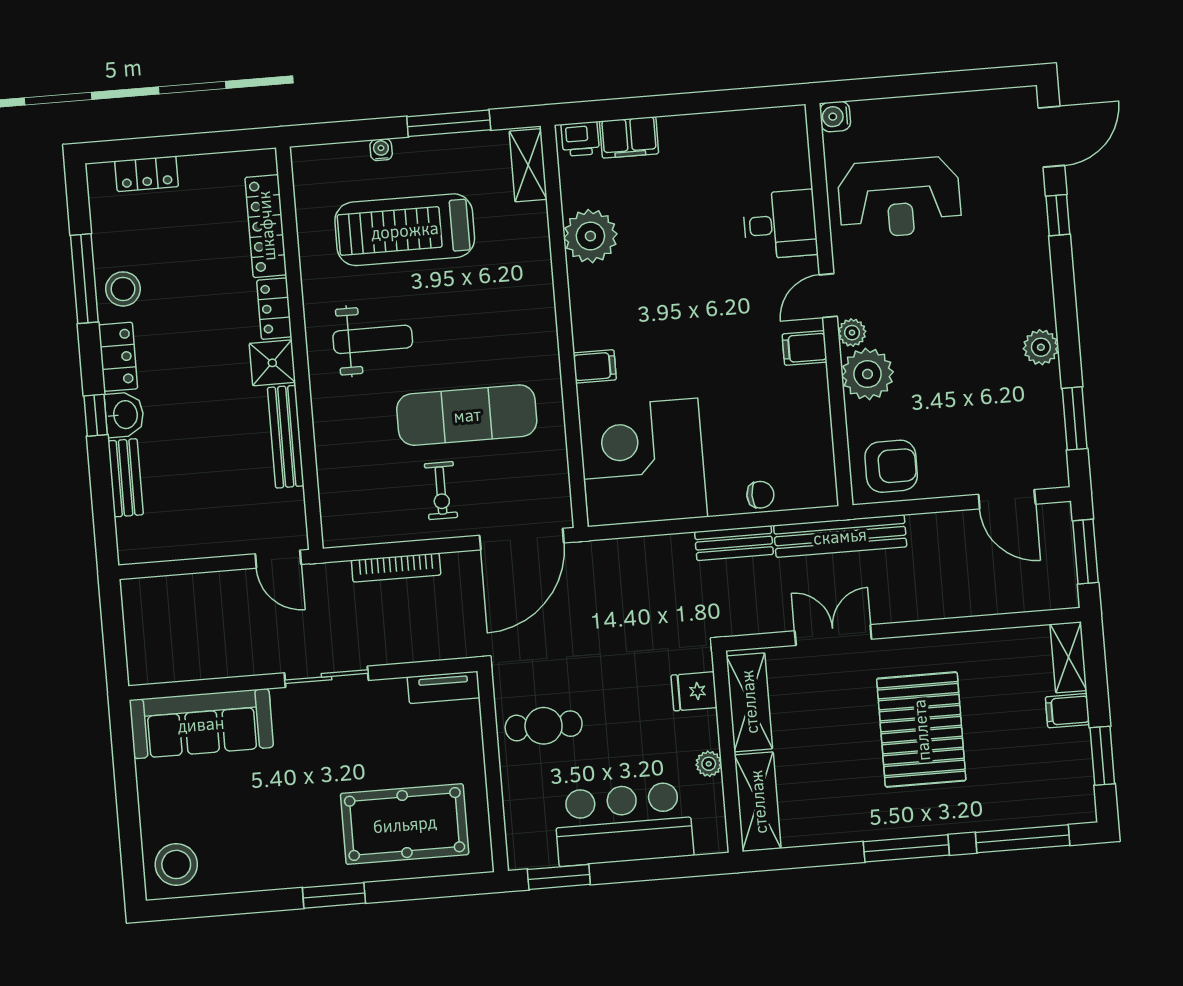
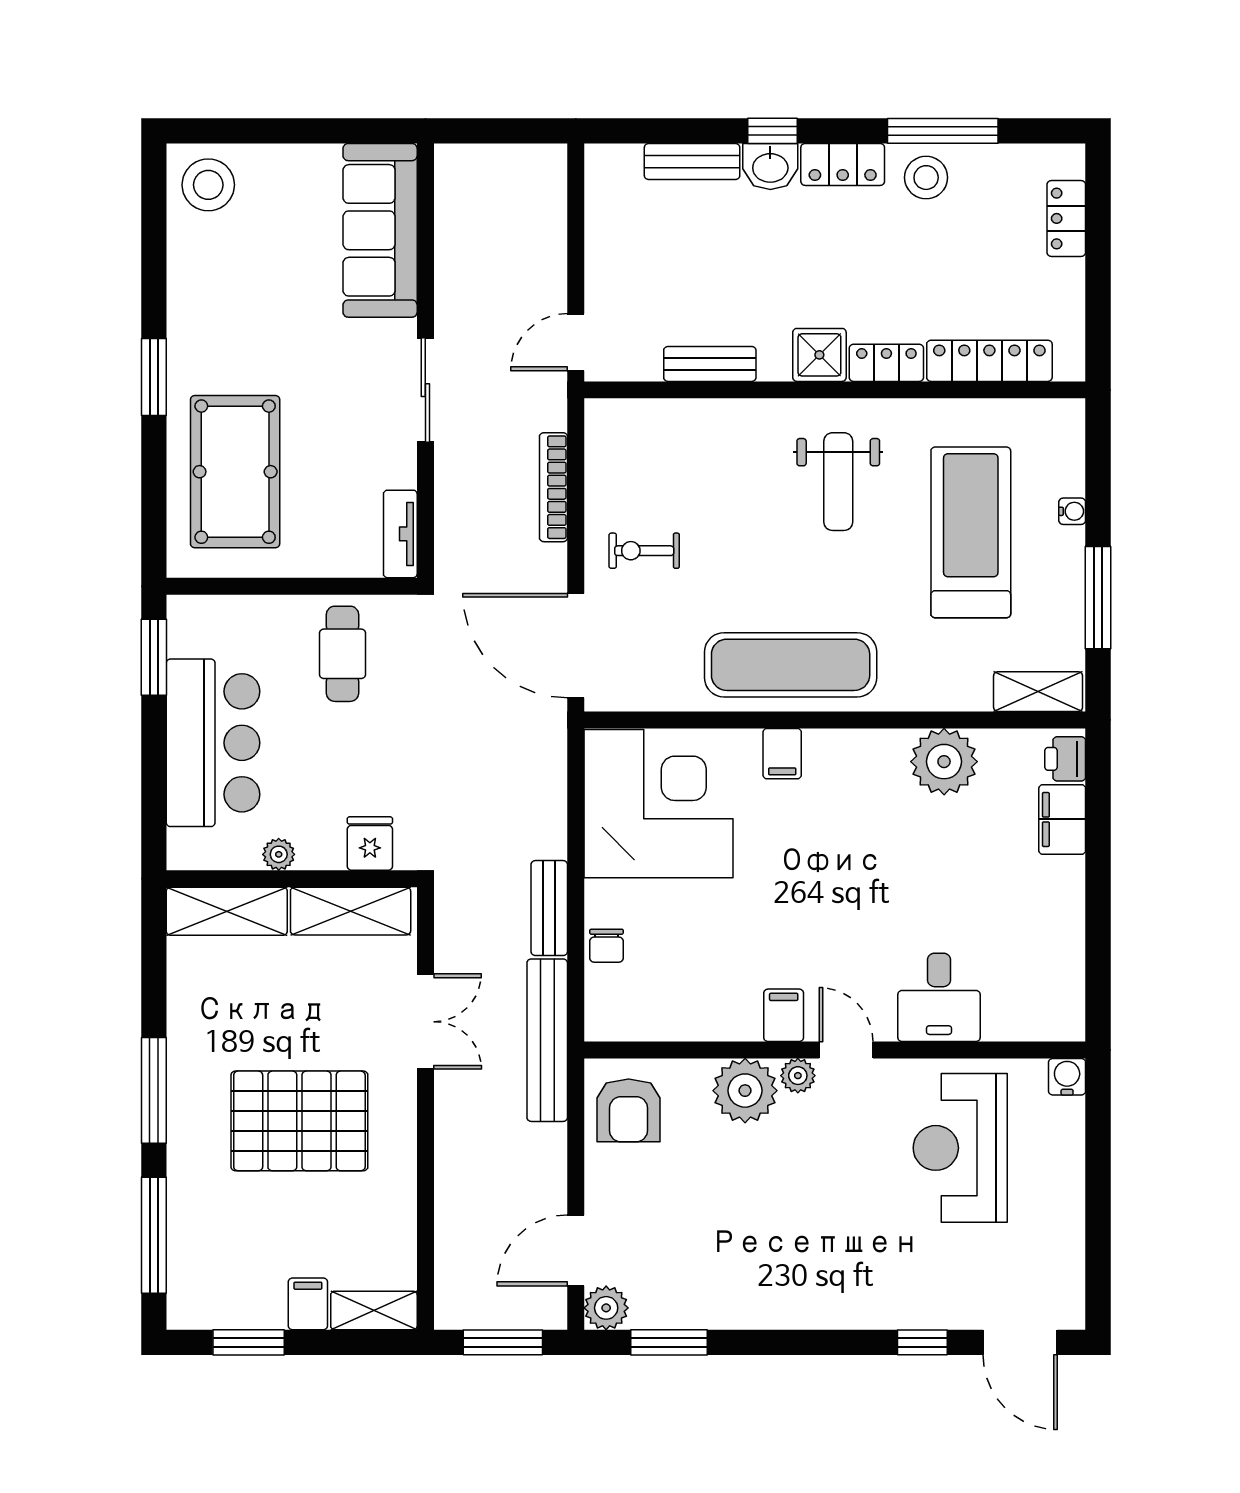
plant: (1041, 347) -> (606, 1308), moved
exercise mat: (467, 415) -> (791, 665), moved, turned 90
bench: (286, 437) -> (710, 364), width x0.73

